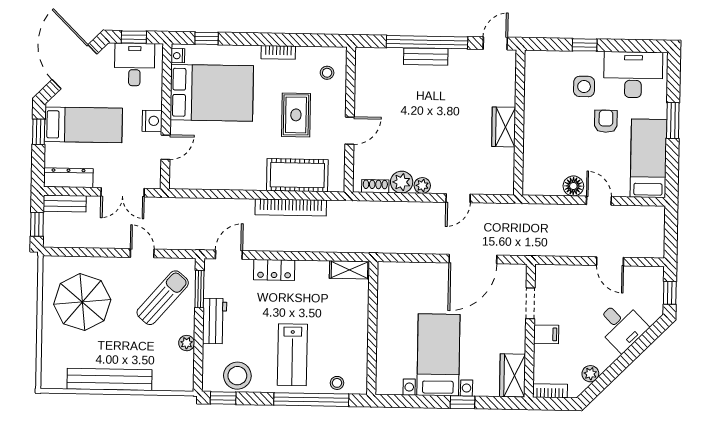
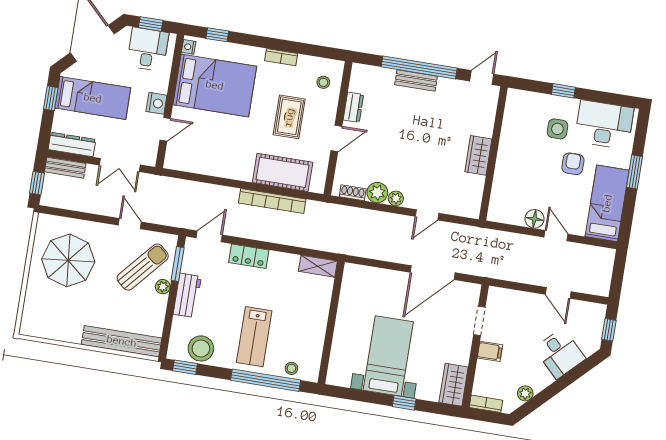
dresser: (363, 95) -> (353, 107), added
plant: (187, 343) -> (163, 287), moved
bench: (109, 379) -> (122, 341), moved

